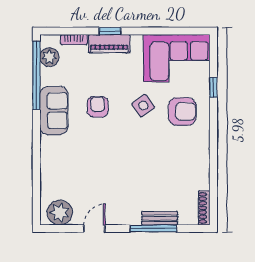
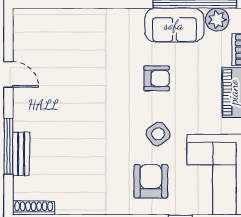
sofa: (54, 111) -> (174, 25), moved
armchair: (182, 112) -> (151, 181), turned 180
plant: (60, 213) -> (28, 32), removed

